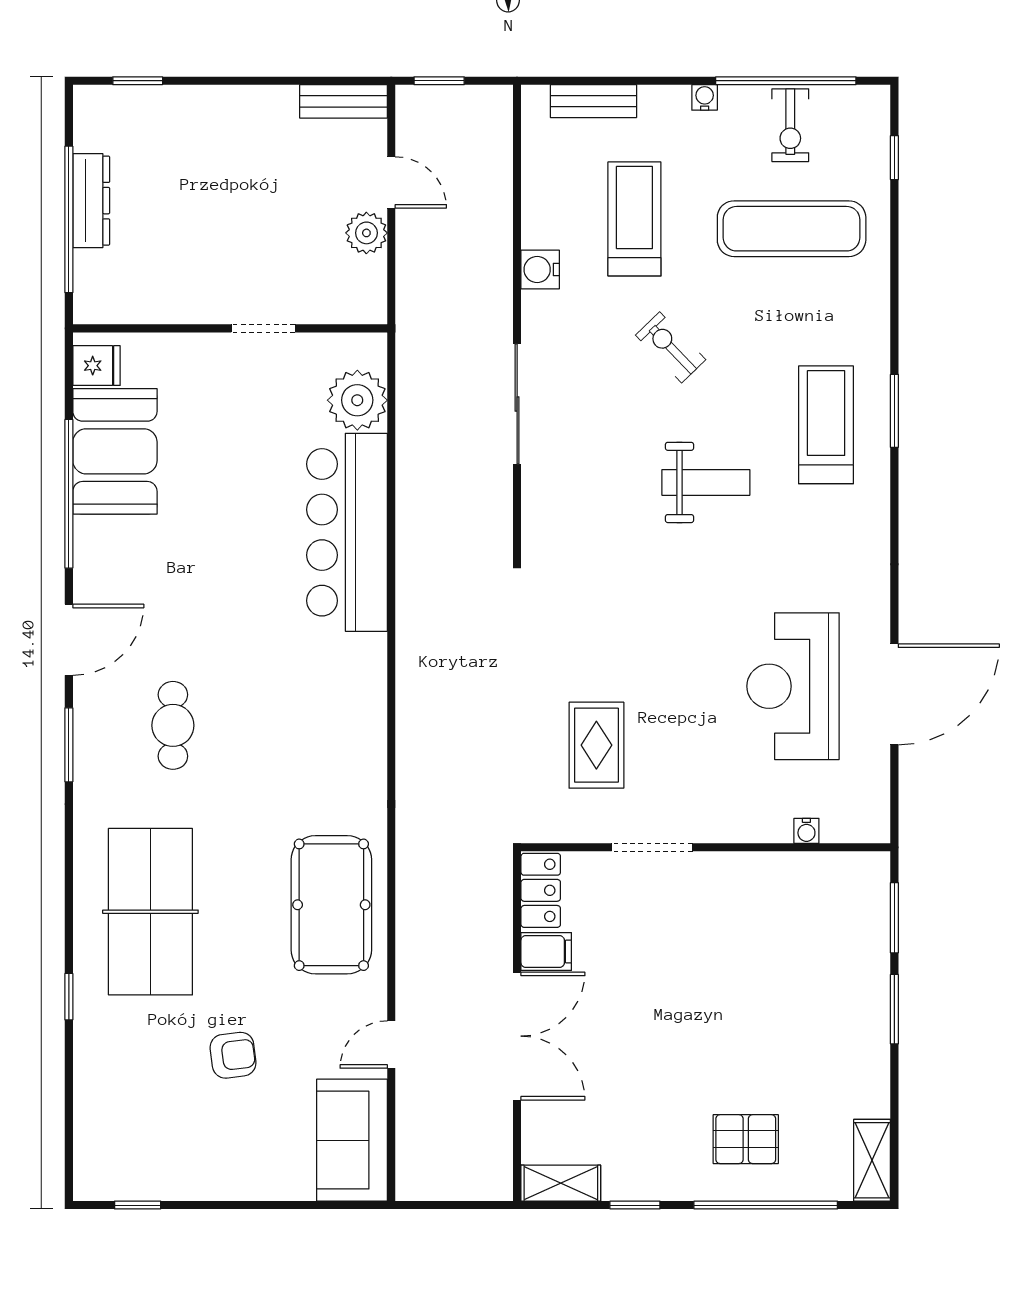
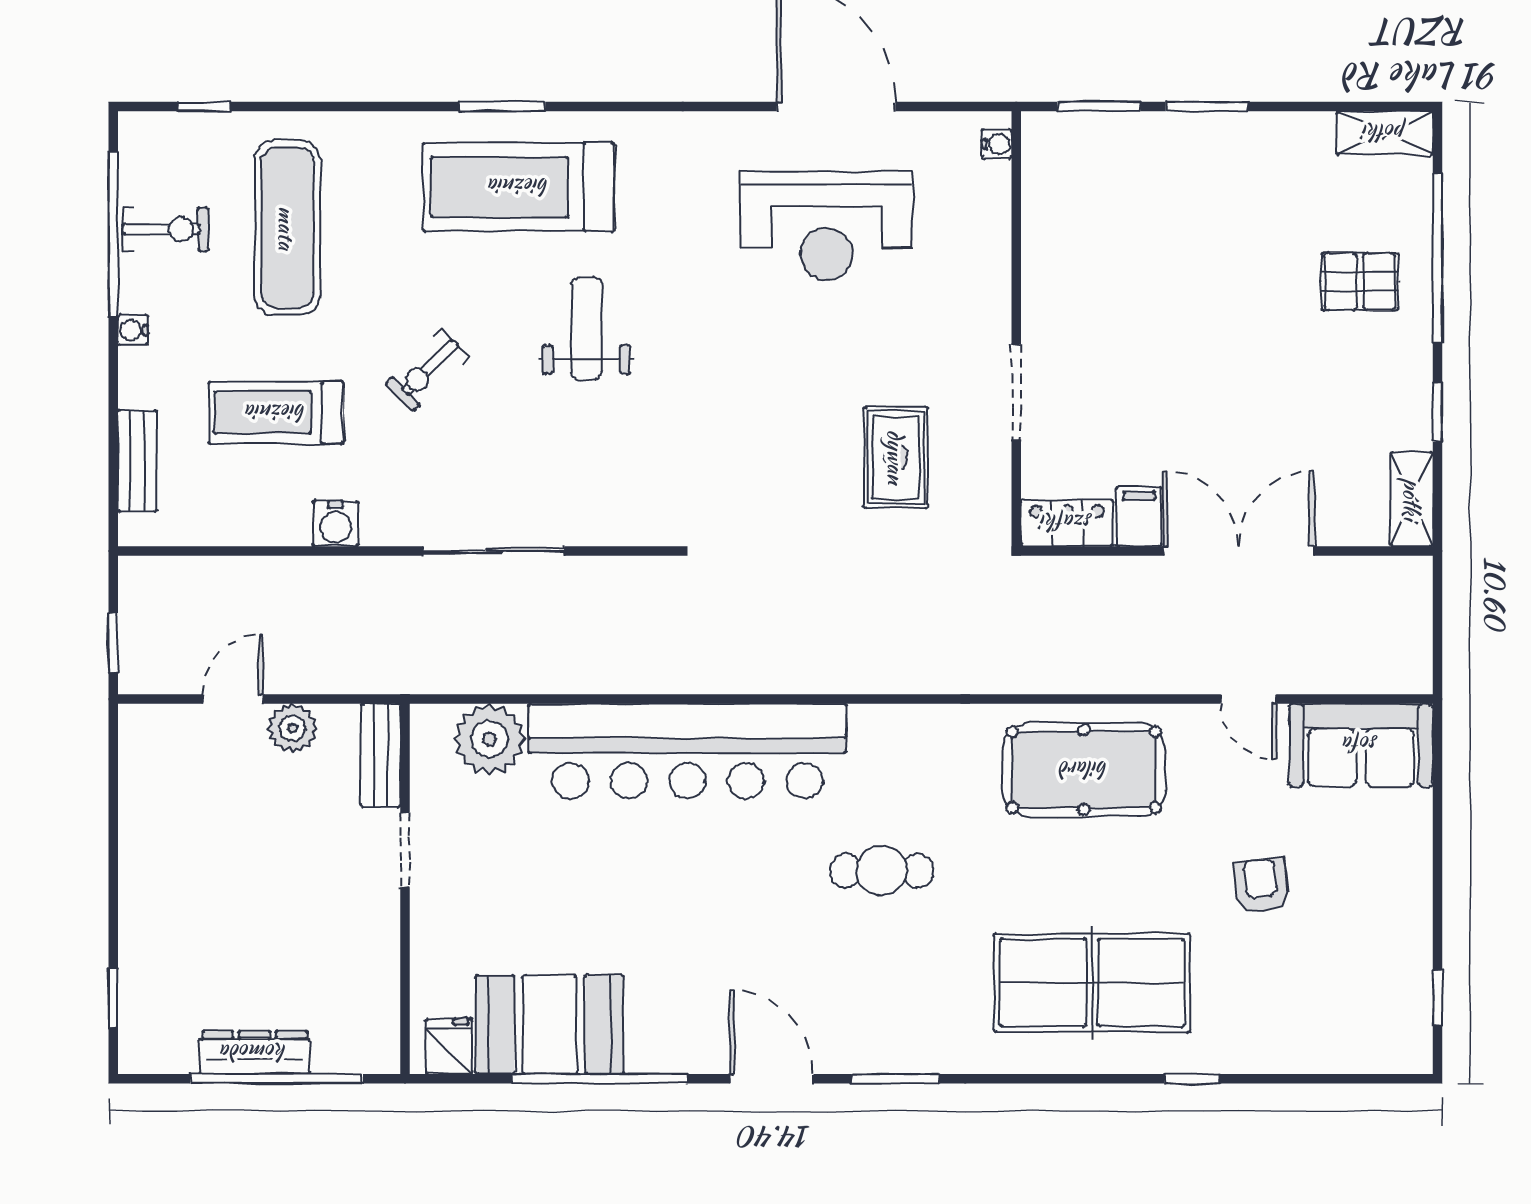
bench: (343, 101) -> (381, 755), moved
treadmill: (826, 425) -> (519, 187), width x1.37, depth x1.37
bar counter: (347, 532) -> (687, 751), width x1.36
cafe table: (173, 725) -> (882, 871), moved
rug: (596, 745) -> (896, 457), turned 90
water cooler: (806, 831) -> (997, 144), moved
pallet: (746, 1139) -> (1360, 282), turned 90

